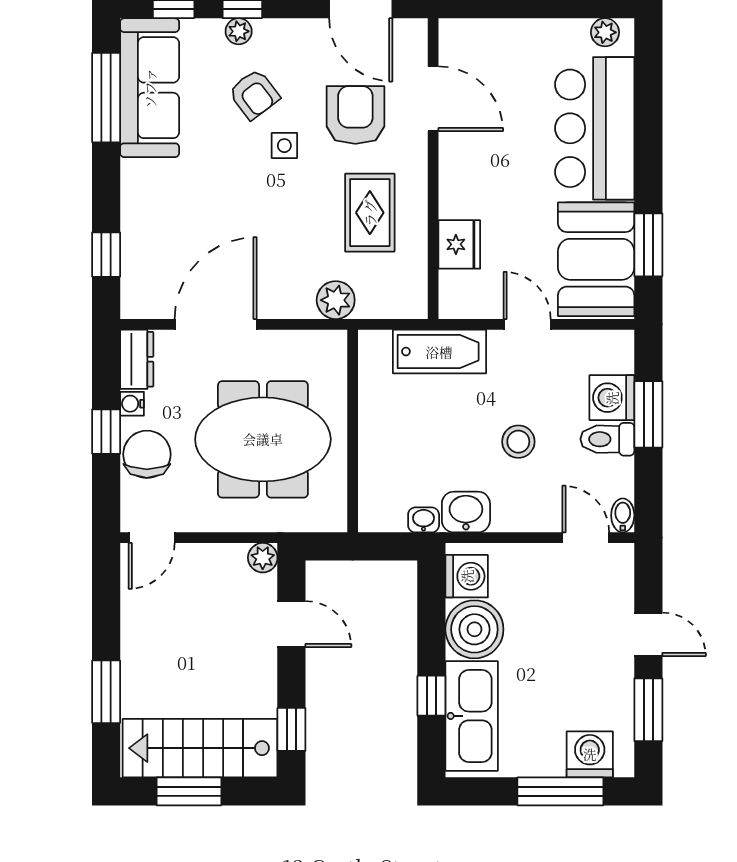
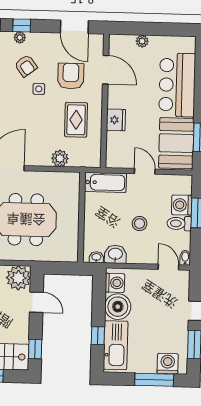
plant: (605, 32) -> (142, 41), moved
fridge: (459, 244) -> (116, 120), moved
wall: (353, 431) -> (81, 217), moved
plant: (263, 558) -> (18, 278), width x1.88, depth x1.88

